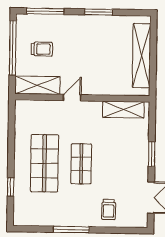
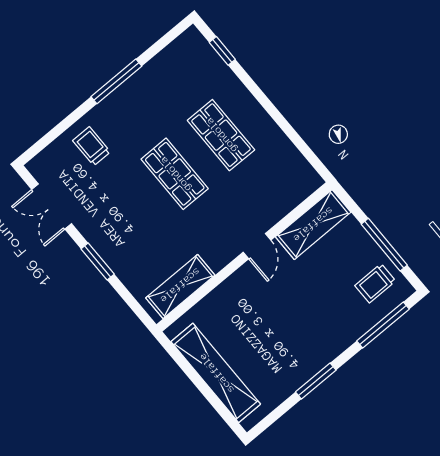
window: (13, 48) -> (384, 245), width x0.68
trolley: (42, 49) -> (375, 283), moved
shop shelf: (44, 163) -> (221, 135), width x0.70, depth x0.74
window: (11, 187) -> (222, 51), moved

